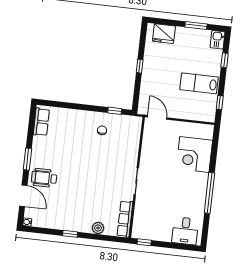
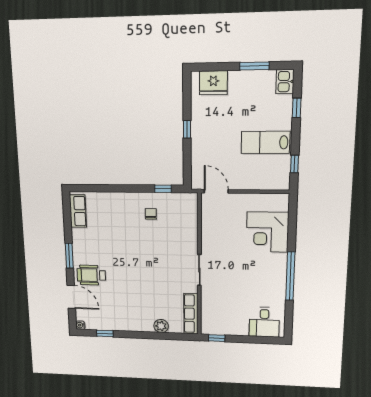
window: (70, 234) -> (105, 333), moved

